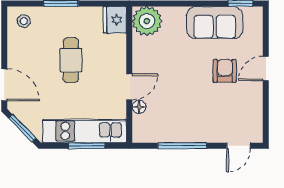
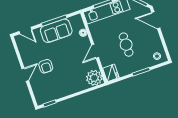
sofa: (215, 22) -> (56, 31), moved, turned 180
door: (129, 87) -> (95, 51), moved
door: (239, 146) -> (25, 31), swing flipped

